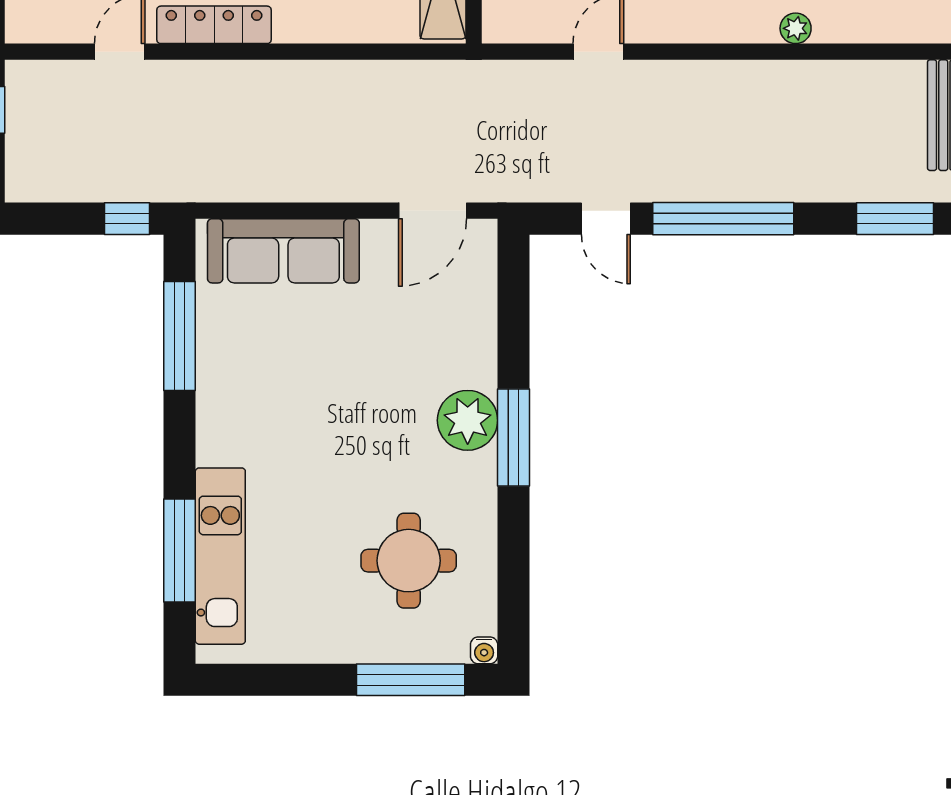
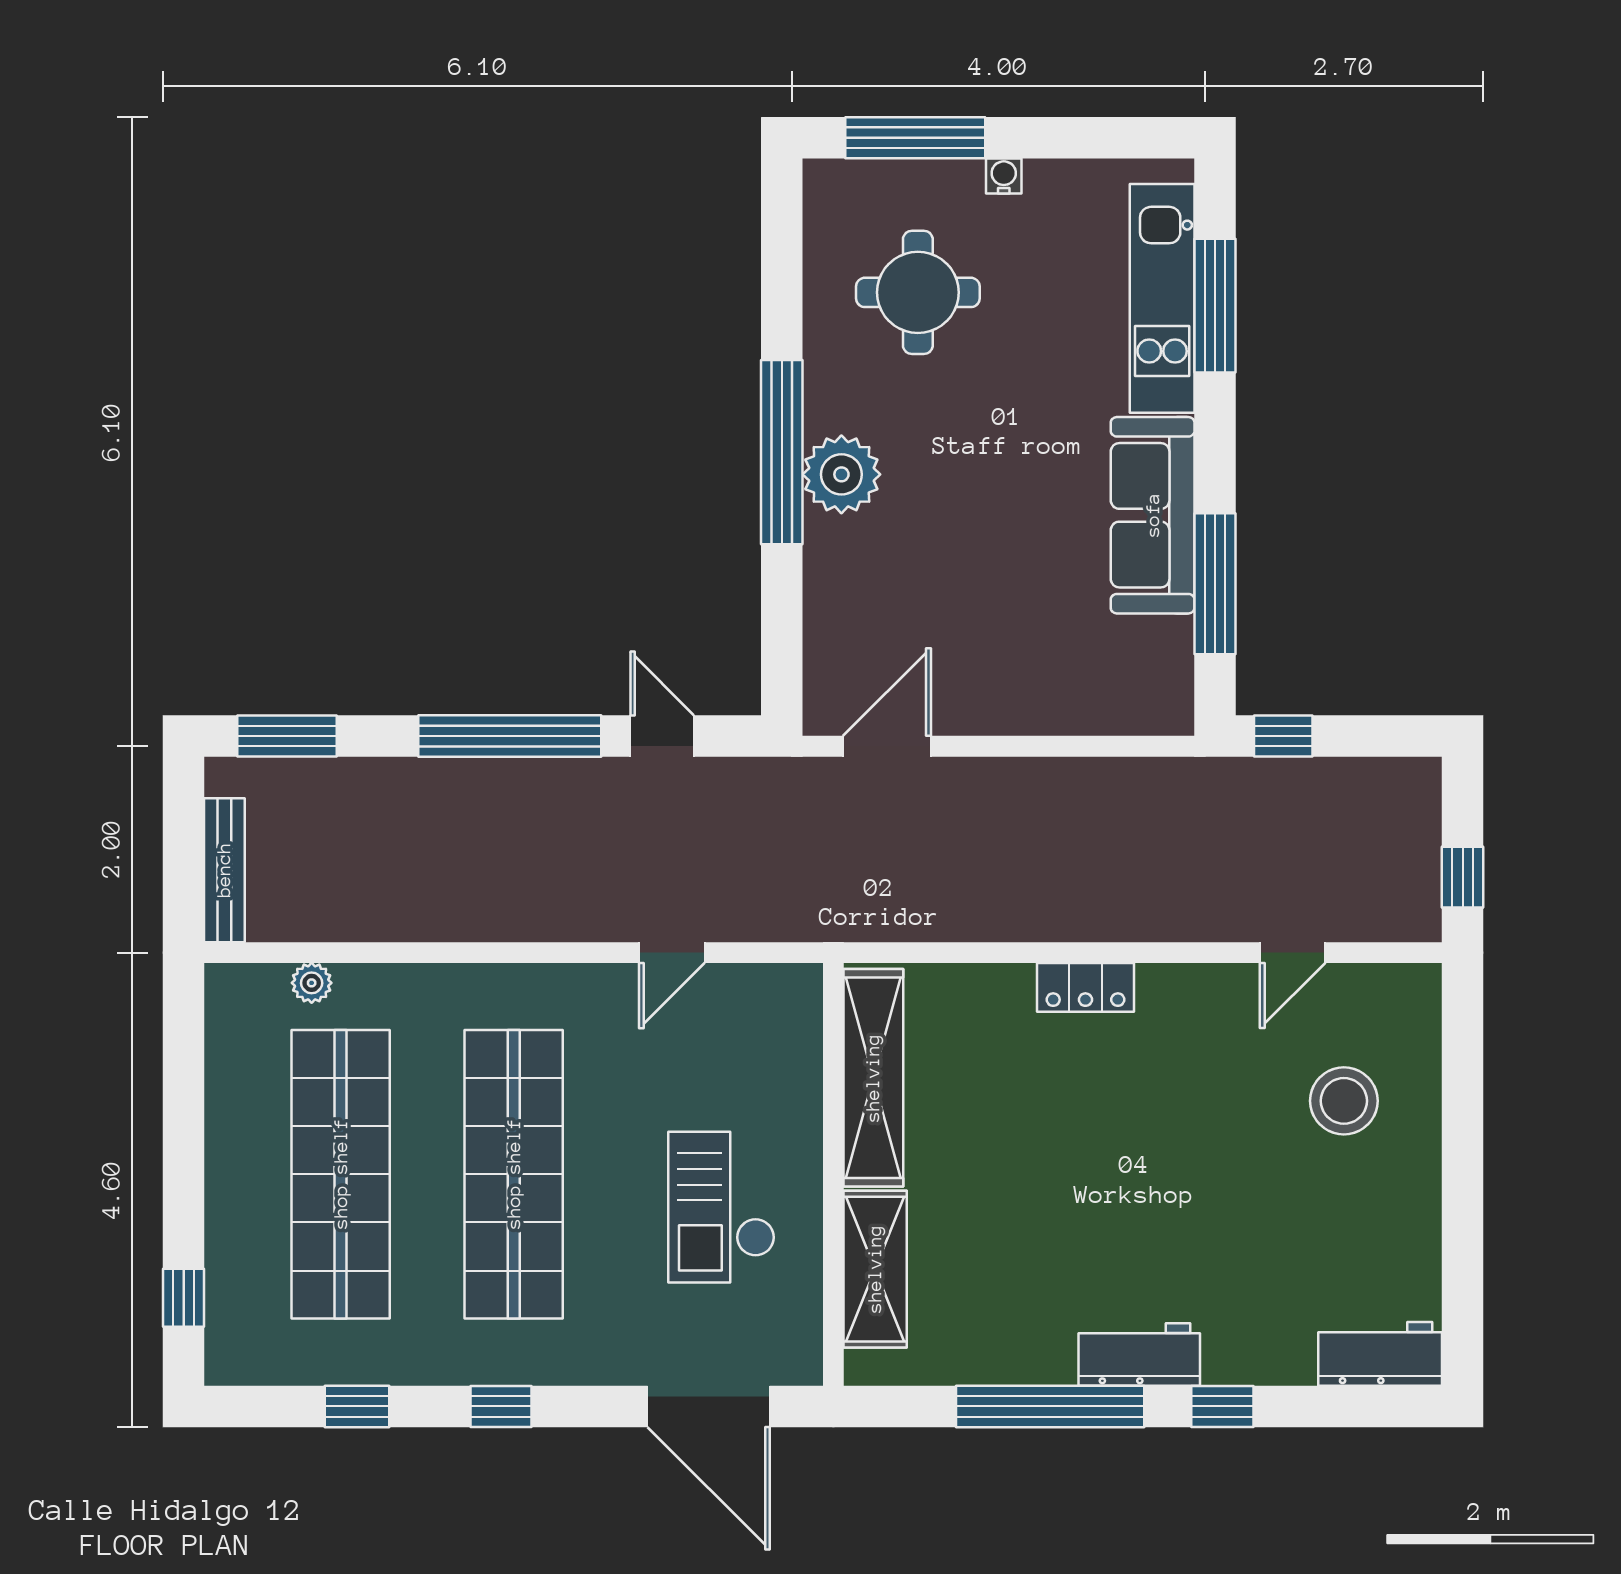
locker: (214, 25) -> (1085, 987), moved, width x0.66
plant: (796, 28) -> (312, 983), moved
sofa: (283, 251) -> (1153, 515), moved, turned -90
window: (514, 437) -> (782, 452), width x1.46
water cooler: (484, 650) -> (1004, 176), moved

